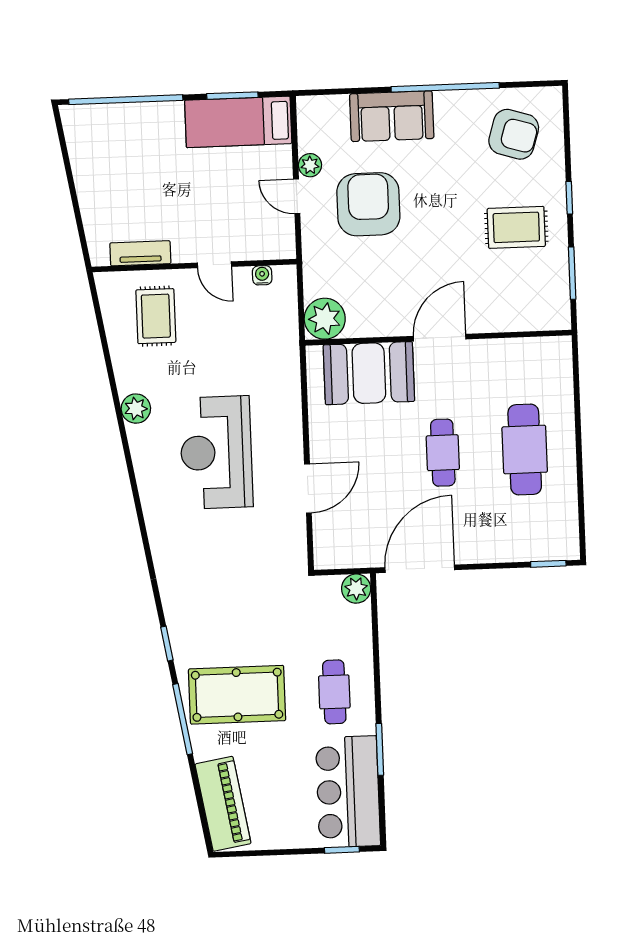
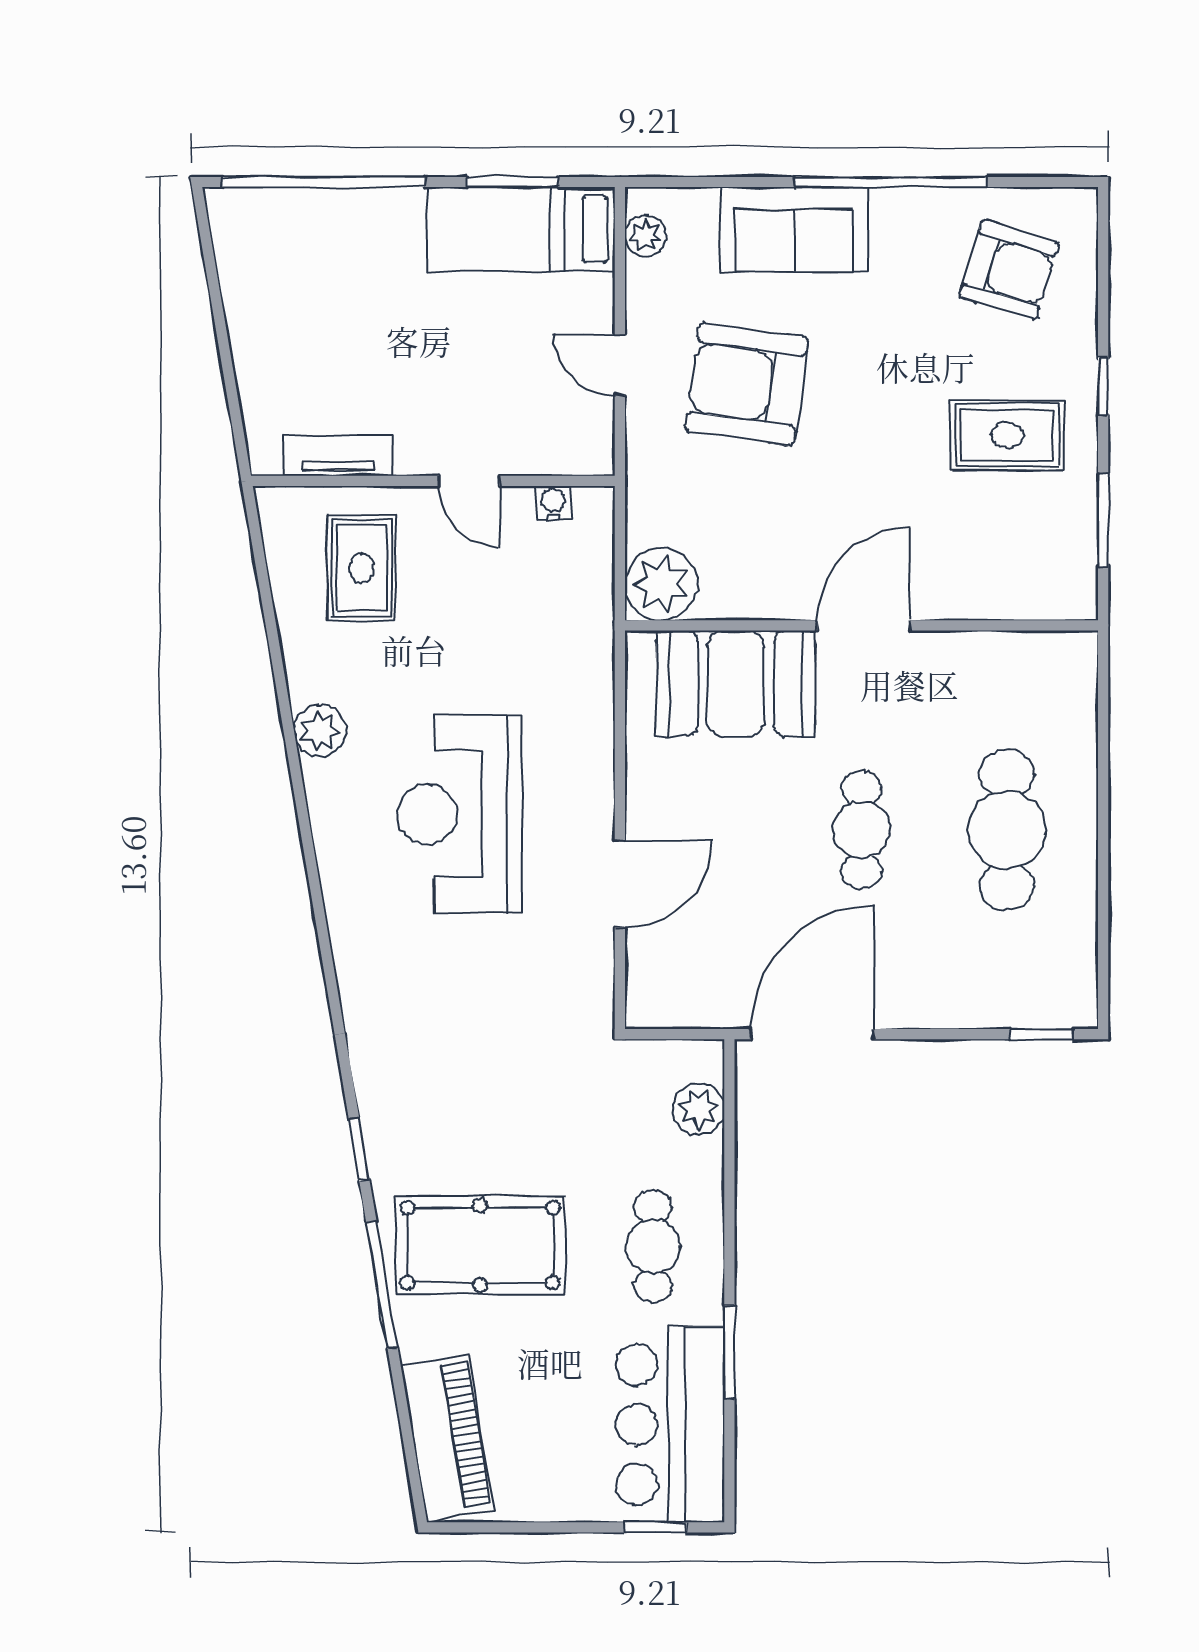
plant: (310, 165) -> (645, 236), moved
armchair: (368, 204) -> (746, 384), turned -82
plant: (356, 589) -> (699, 1109), moved

